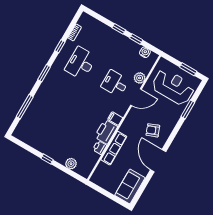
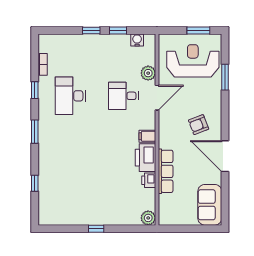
window: (25, 107) -> (35, 183), width x0.46
plant: (71, 164) -> (148, 218), moved

